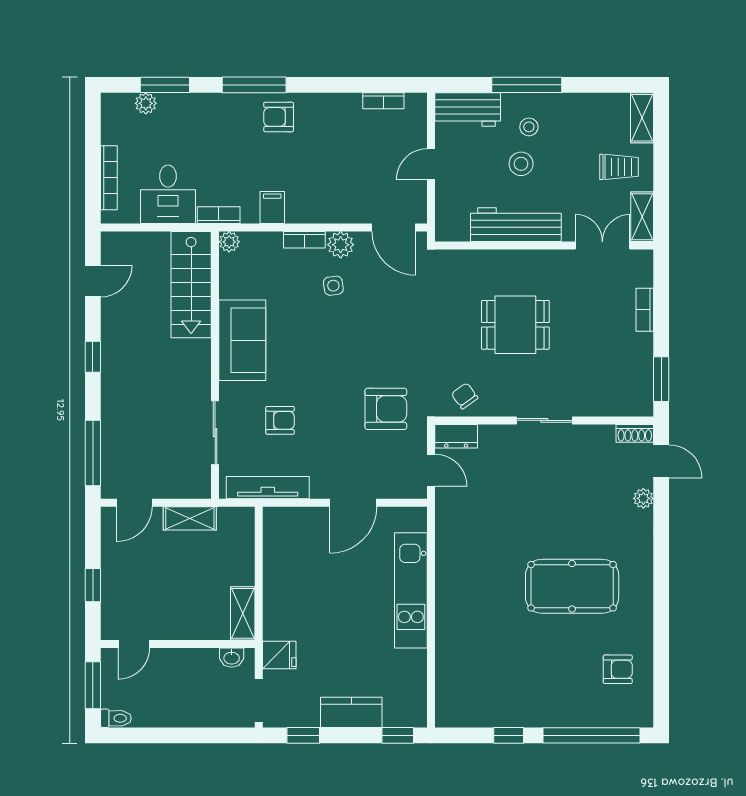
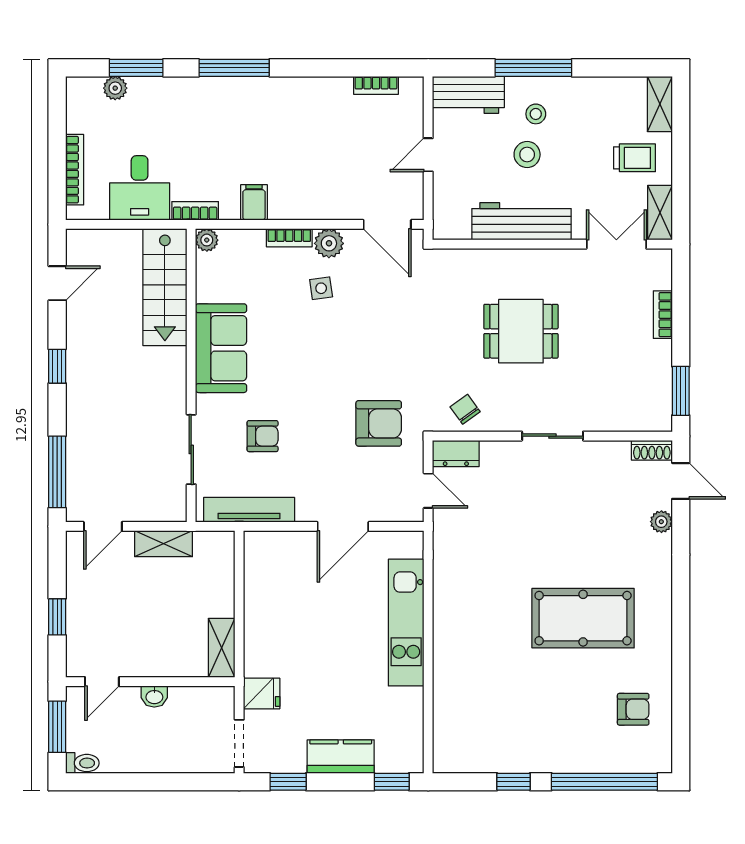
armchair: (279, 117) -> (261, 103), removed
washbasin: (232, 658) -> (154, 696), moved

